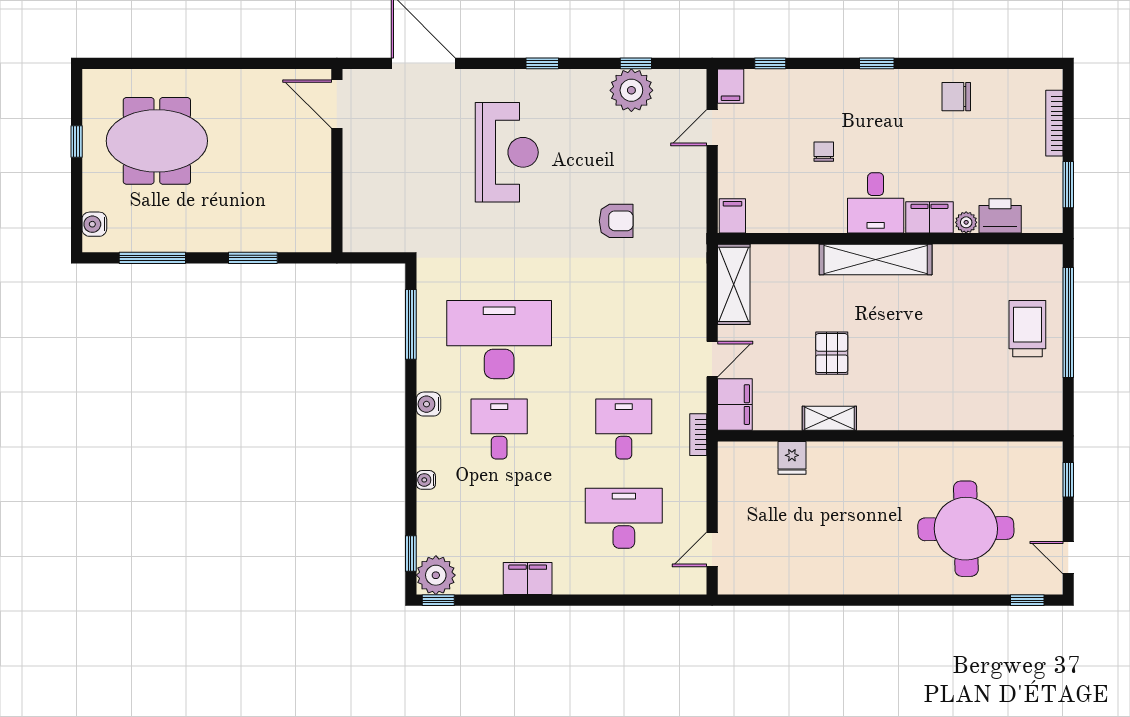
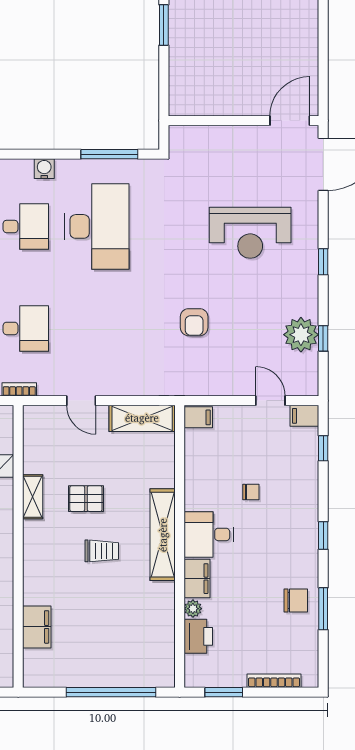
window: (966, 63) -> (323, 609), added
chair: (956, 97) -> (296, 601), turned 90
door: (337, 104) -> (290, 121), moved
wall: (337, 161) -> (243, 121), moved
trolley: (1027, 329) -> (102, 551), moved, width x0.73, depth x0.72
filing cabinet: (735, 405) -> (37, 627), moved, turned -90

